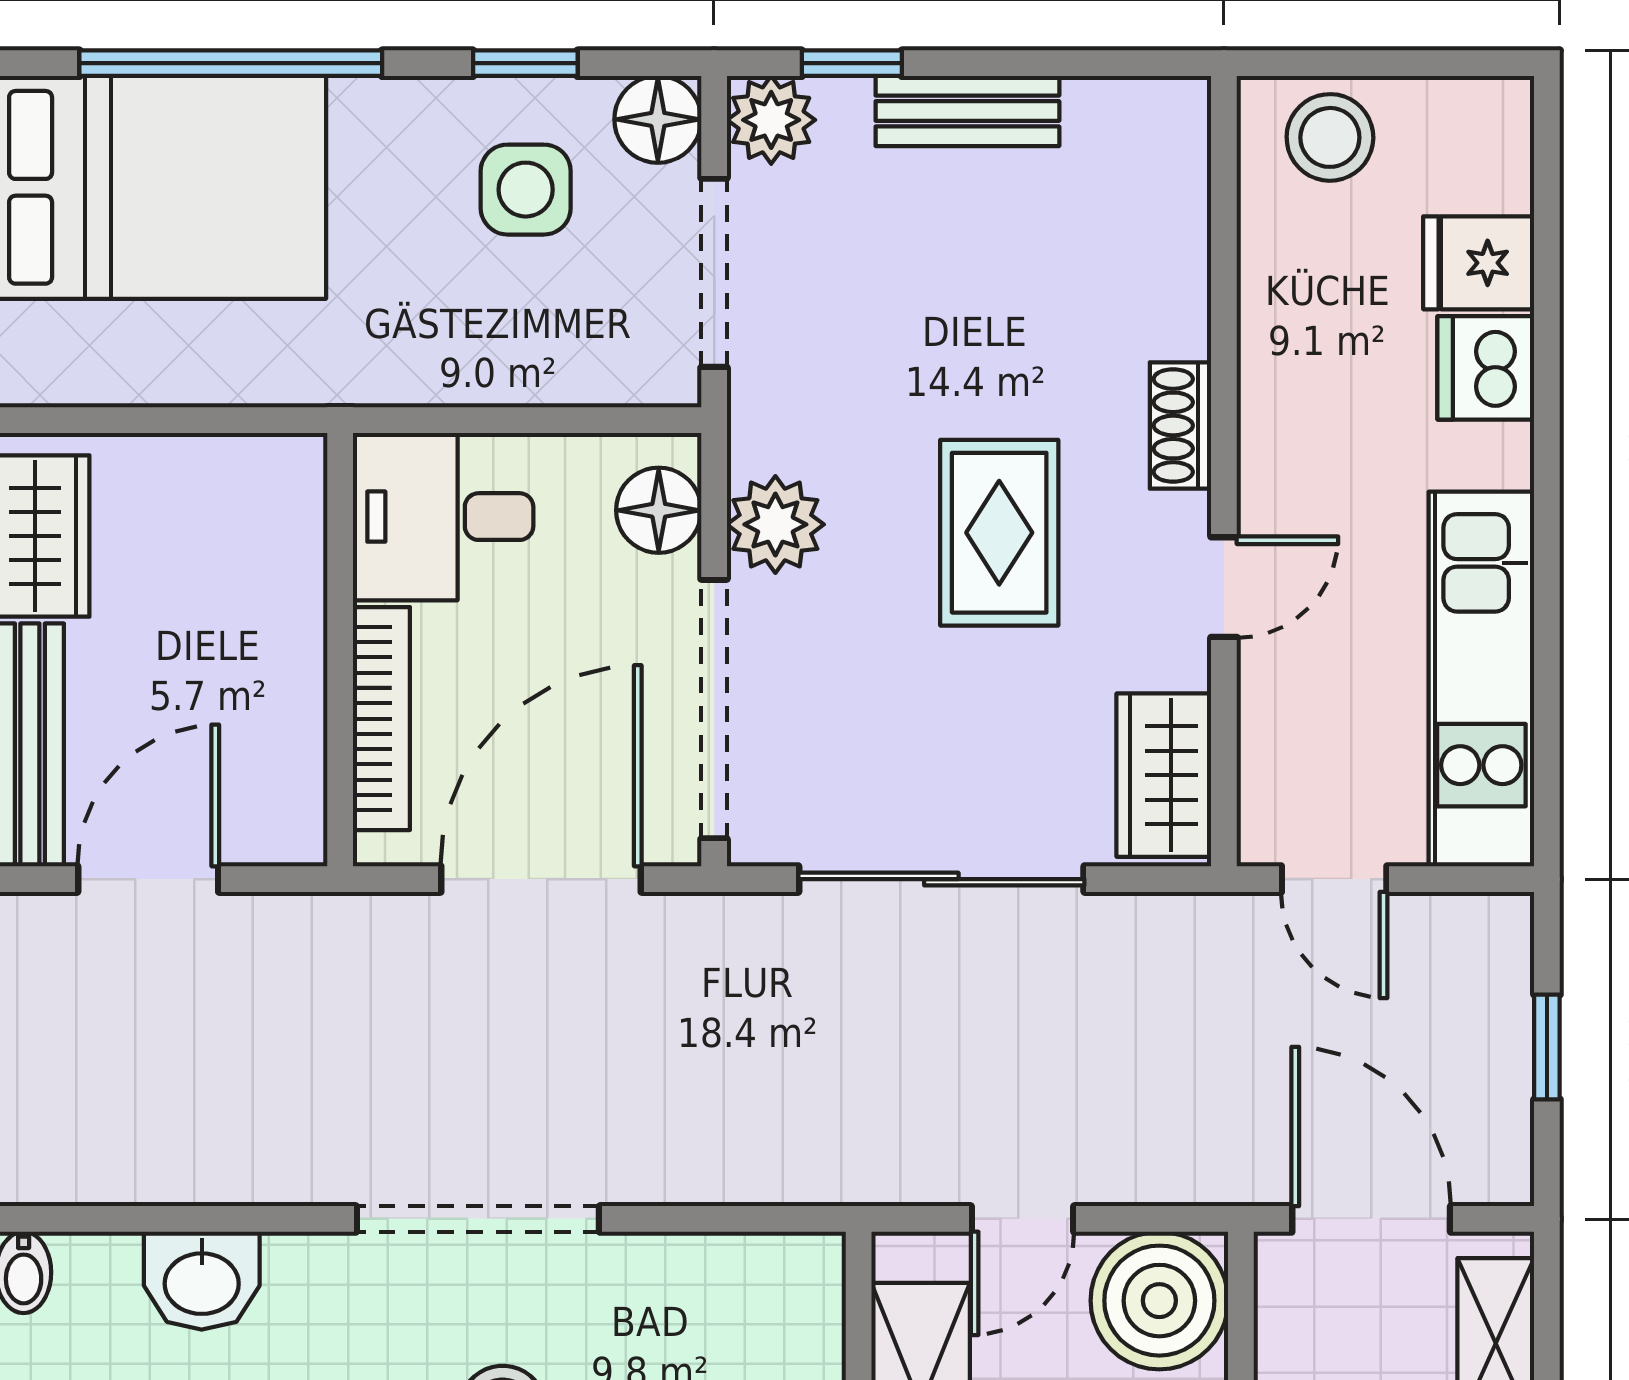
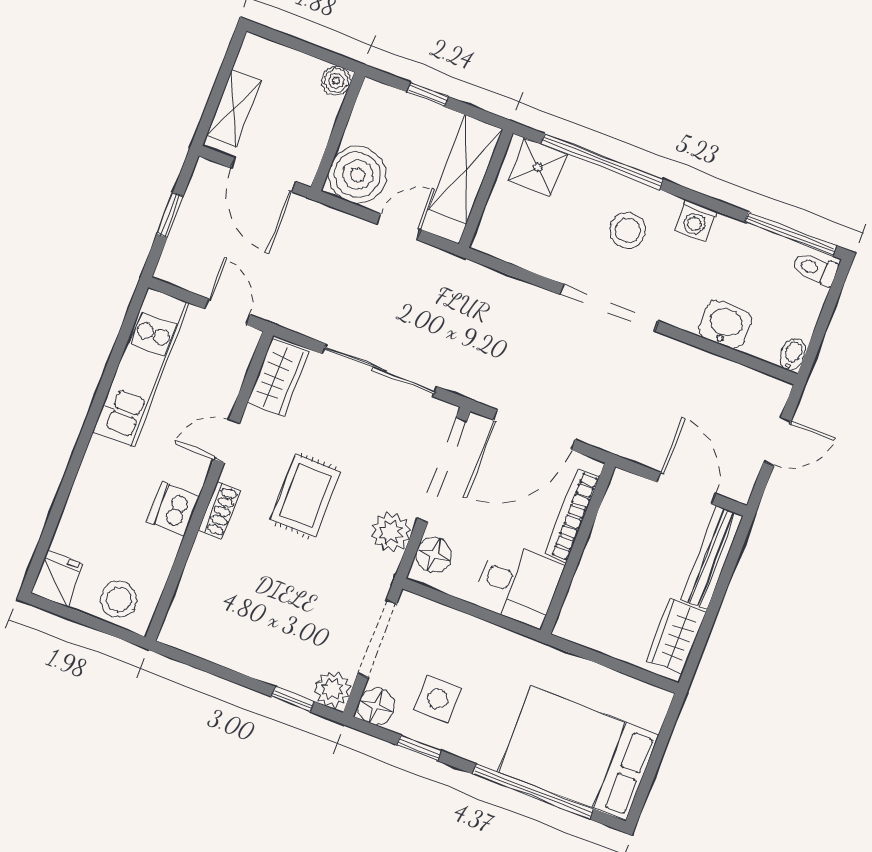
bench: (967, 111) -> (255, 664), removed
fridge: (1479, 263) -> (57, 578), moved, turned -90
dishwasher: (1486, 368) -> (174, 509), moved, turned 180
door: (148, 879) -> (686, 488), swing flipped

